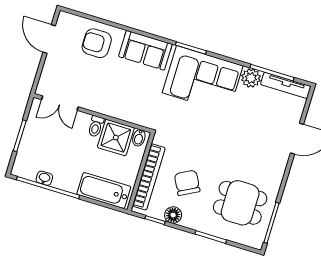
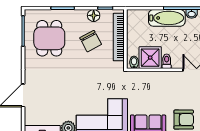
bathtub: (104, 191) -> (167, 18), moved
dining table: (240, 203) -> (49, 38), turned 90

